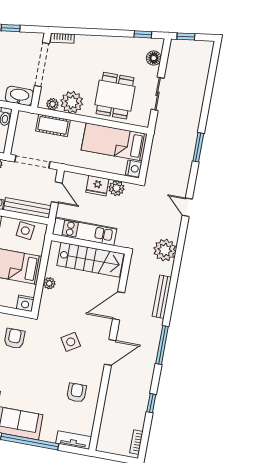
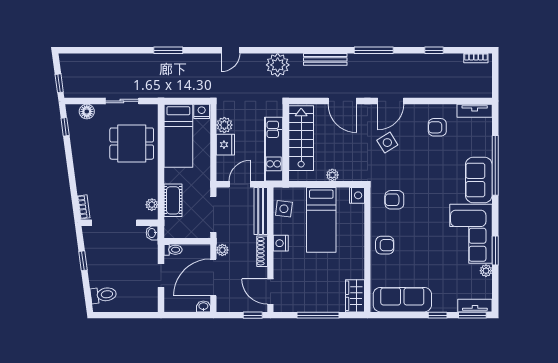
washbasin: (19, 96) -> (152, 233), width x0.52, depth x0.69
plant: (72, 102) -> (146, 186), removed
door: (110, 352) -> (391, 101), swing flipped
tv unit: (74, 440) -> (475, 111), moved, turned -90

